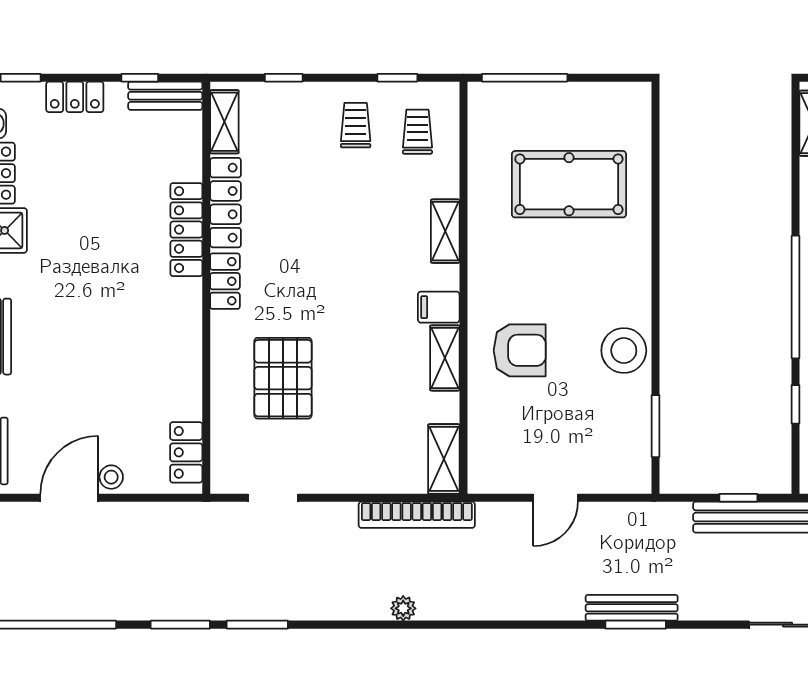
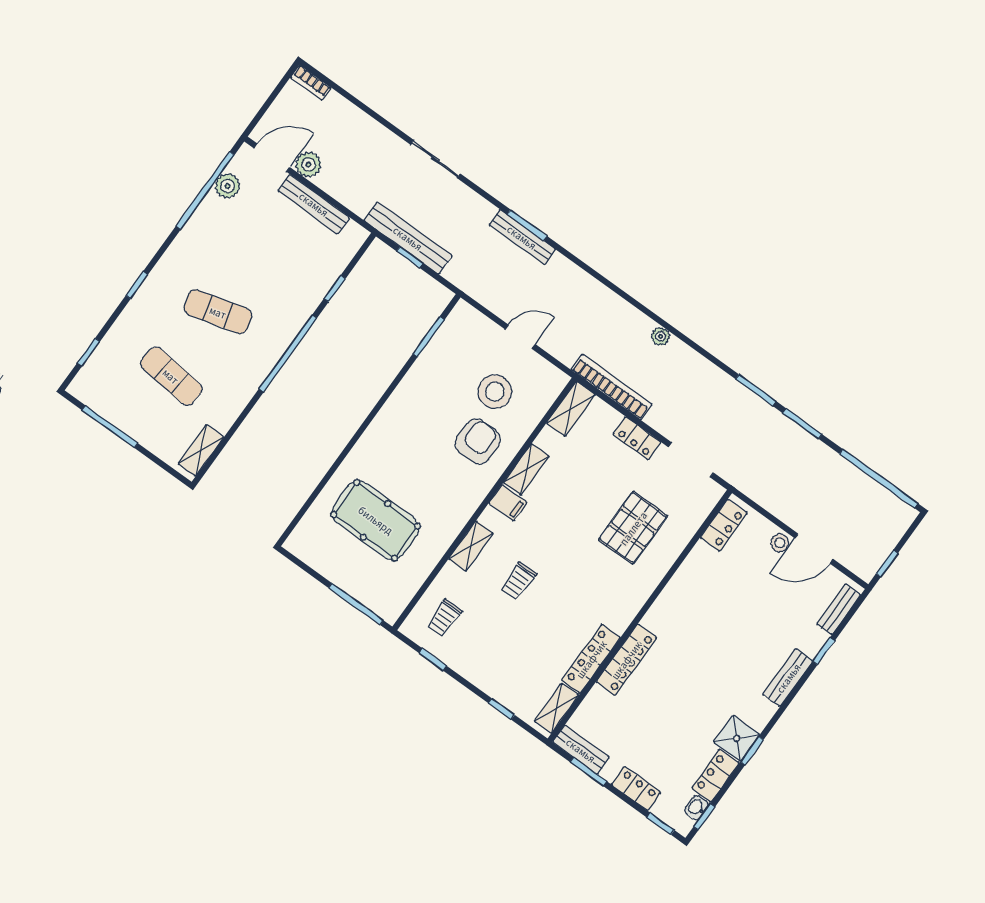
window: (140, 78) -> (588, 772), width x1.50
trolley: (356, 125) -> (518, 581), moved
locker: (225, 281) -> (637, 438), moved, turned -90
armchair: (520, 350) -> (478, 441), turned 90
stool: (624, 351) -> (495, 392), moved
doorway: (273, 498) -> (691, 460), width x1.38

